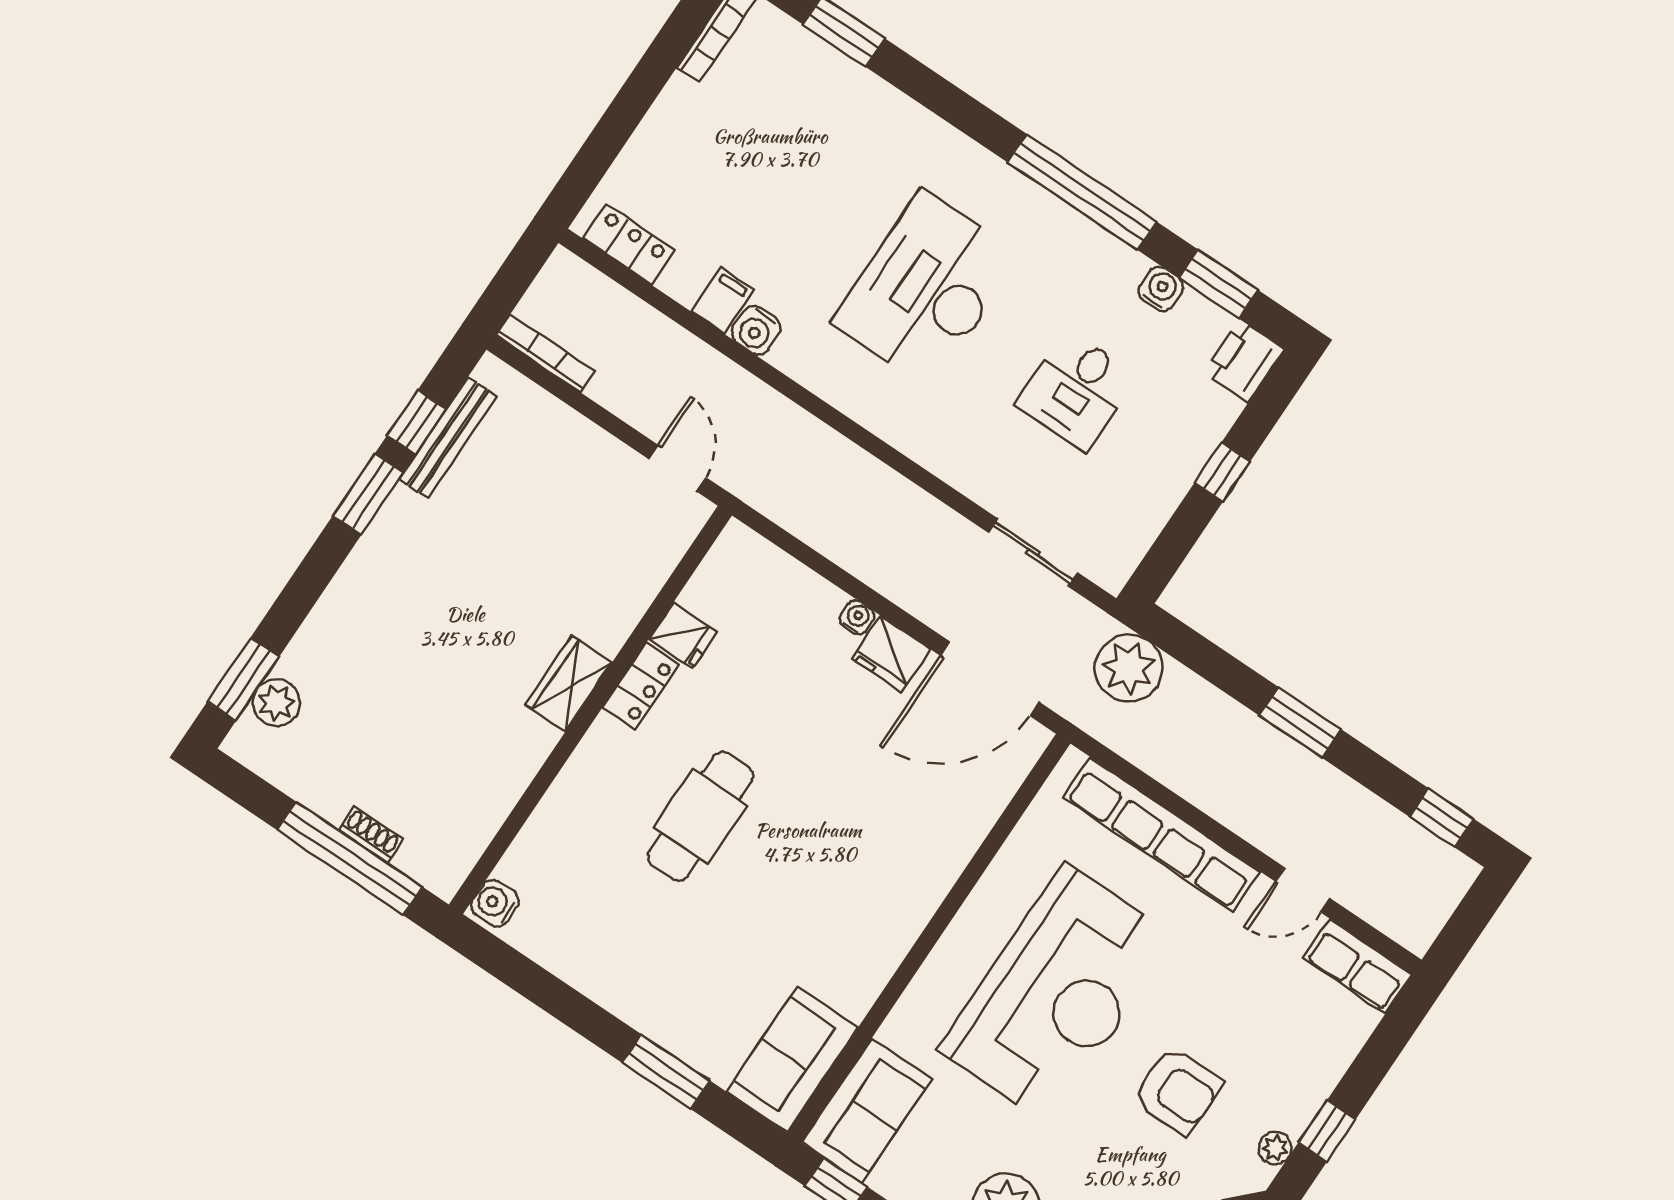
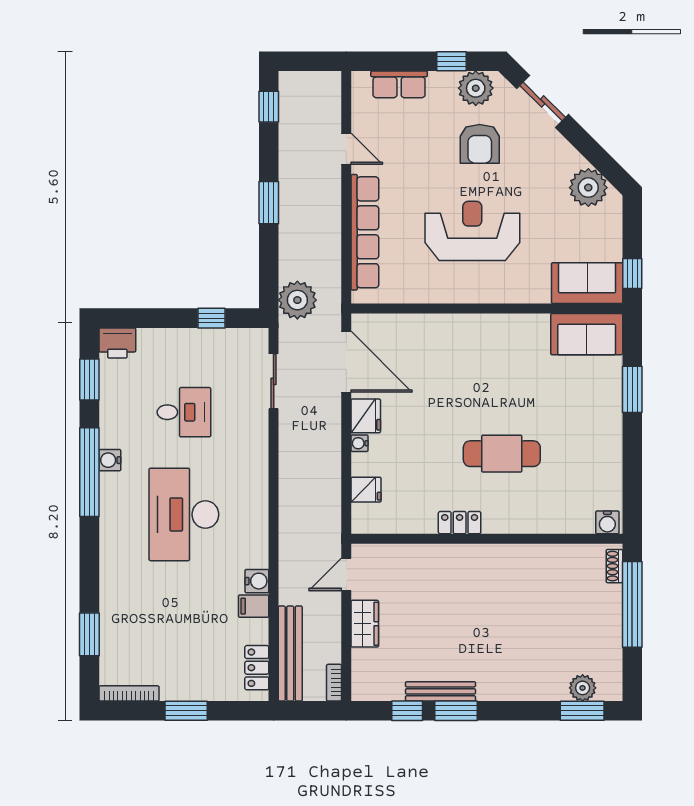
window: (635, 98) -> (186, 711), added
desk: (926, 289) -> (184, 514), turned 90
water cooler: (1161, 289) -> (110, 460), moved
bench: (617, 307) -> (290, 654), added
bookcase: (546, 353) -> (334, 683), width x0.64
bench: (448, 438) -> (440, 691), moved
window: (1222, 472) -> (212, 318), moved
fridge: (683, 636) -> (366, 490), moved, turned 90
wardrobe: (569, 684) -> (365, 624), moved, turned -90
shoe rack: (371, 835) -> (614, 566), moved
row of seats: (1357, 966) -> (399, 84), moved, turned 90
reception desk: (1057, 994) -> (472, 231), width x0.74, depth x0.77
armchair: (1178, 1091) -> (480, 144), turned 180
plant: (1275, 1148) -> (476, 88), width x1.88, depth x1.88

